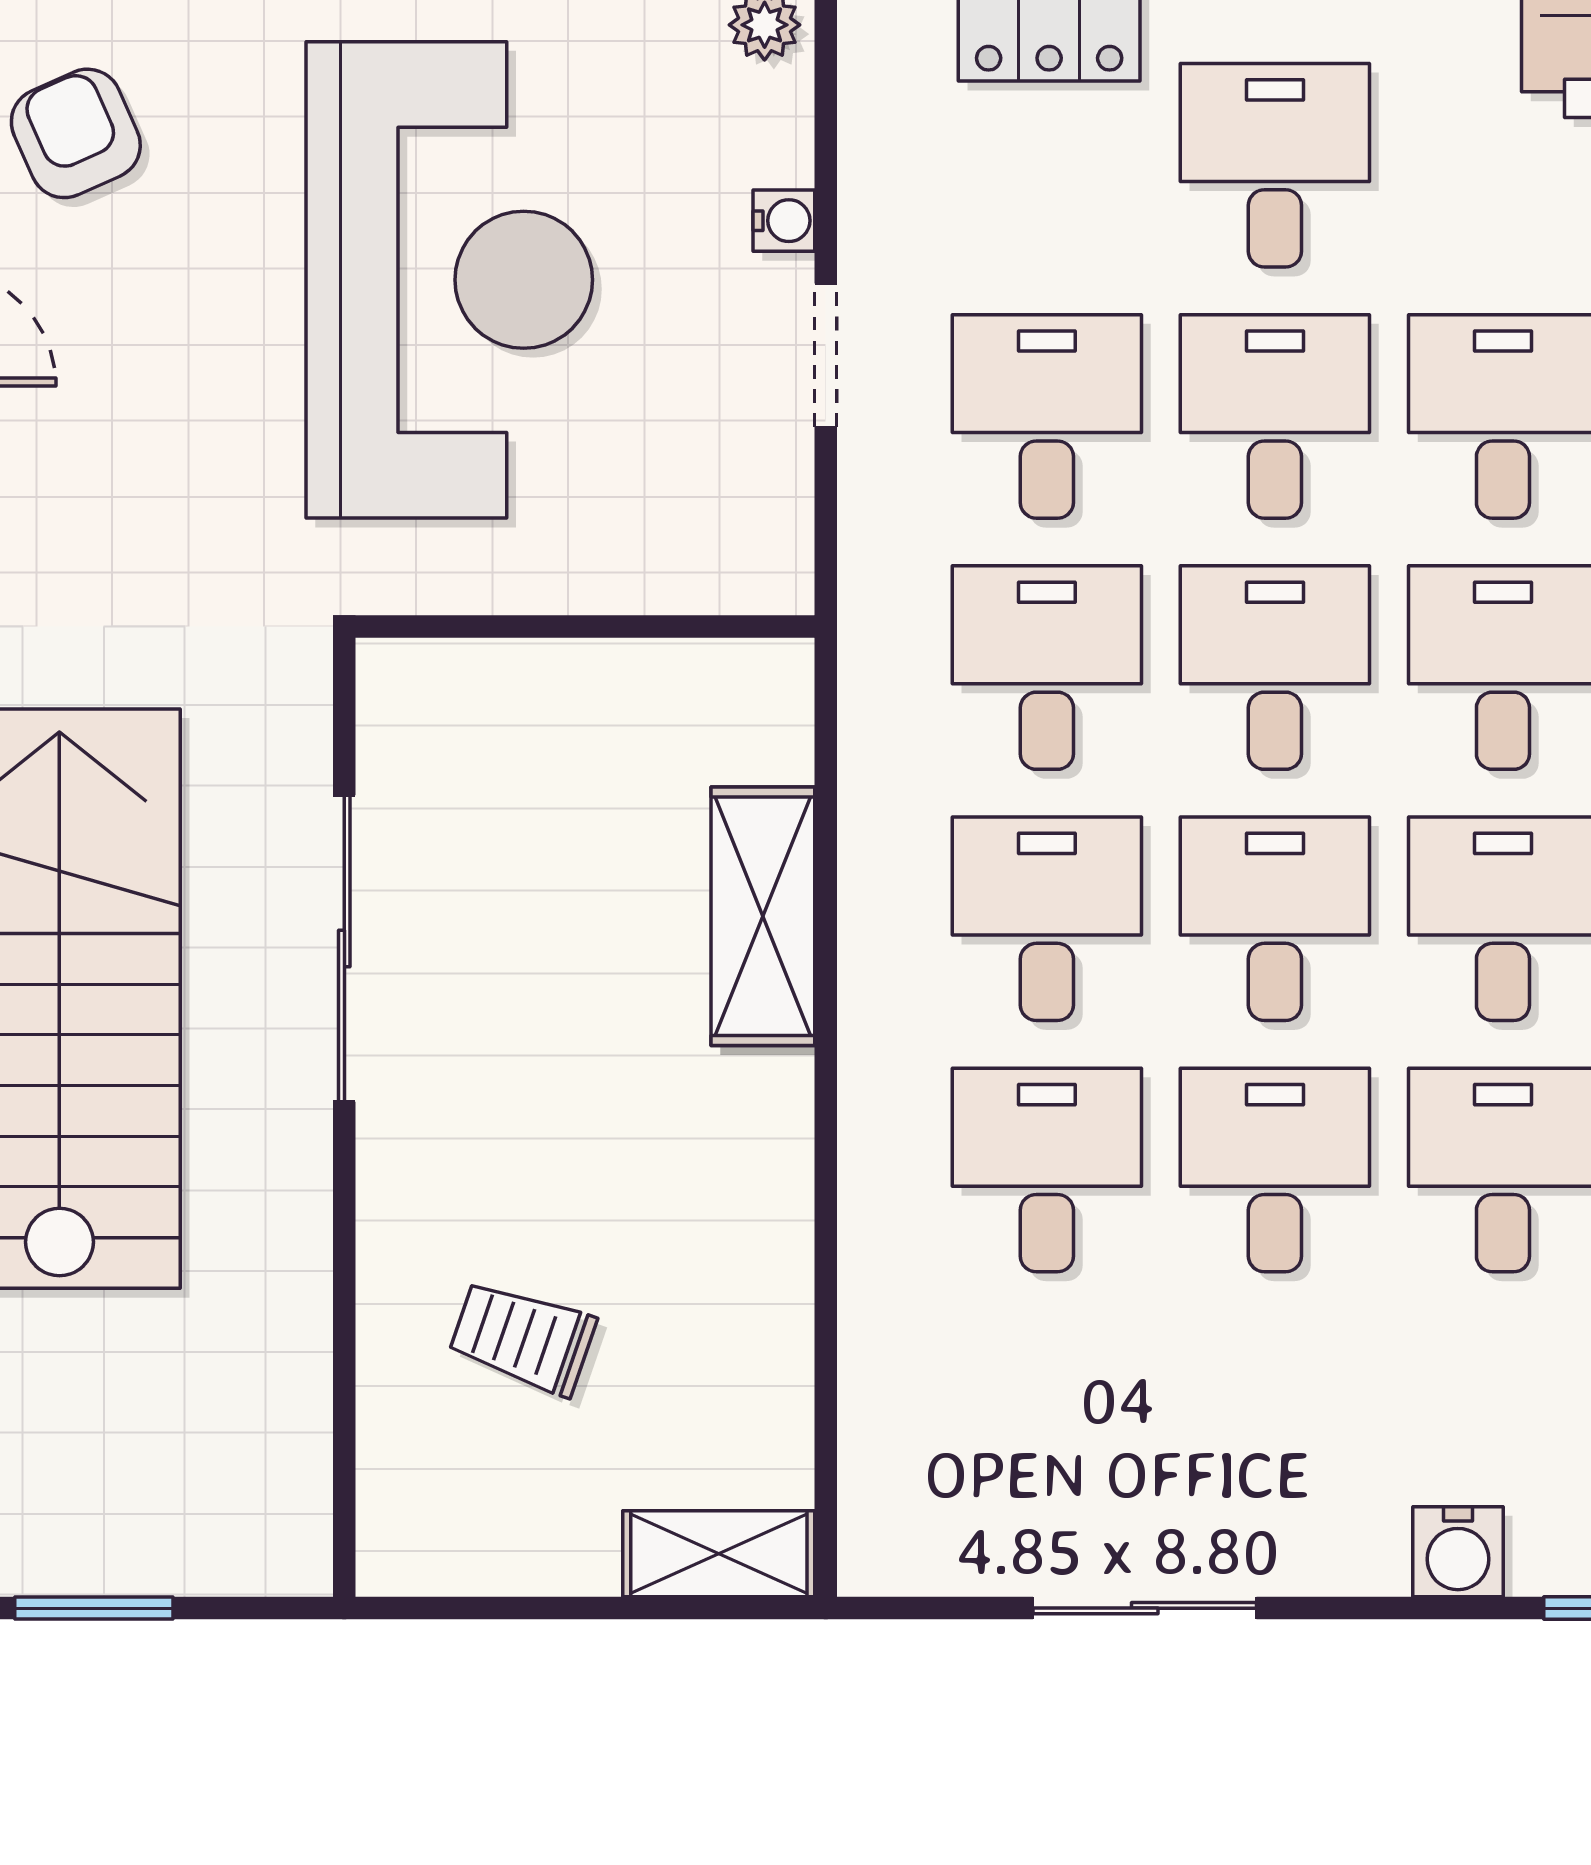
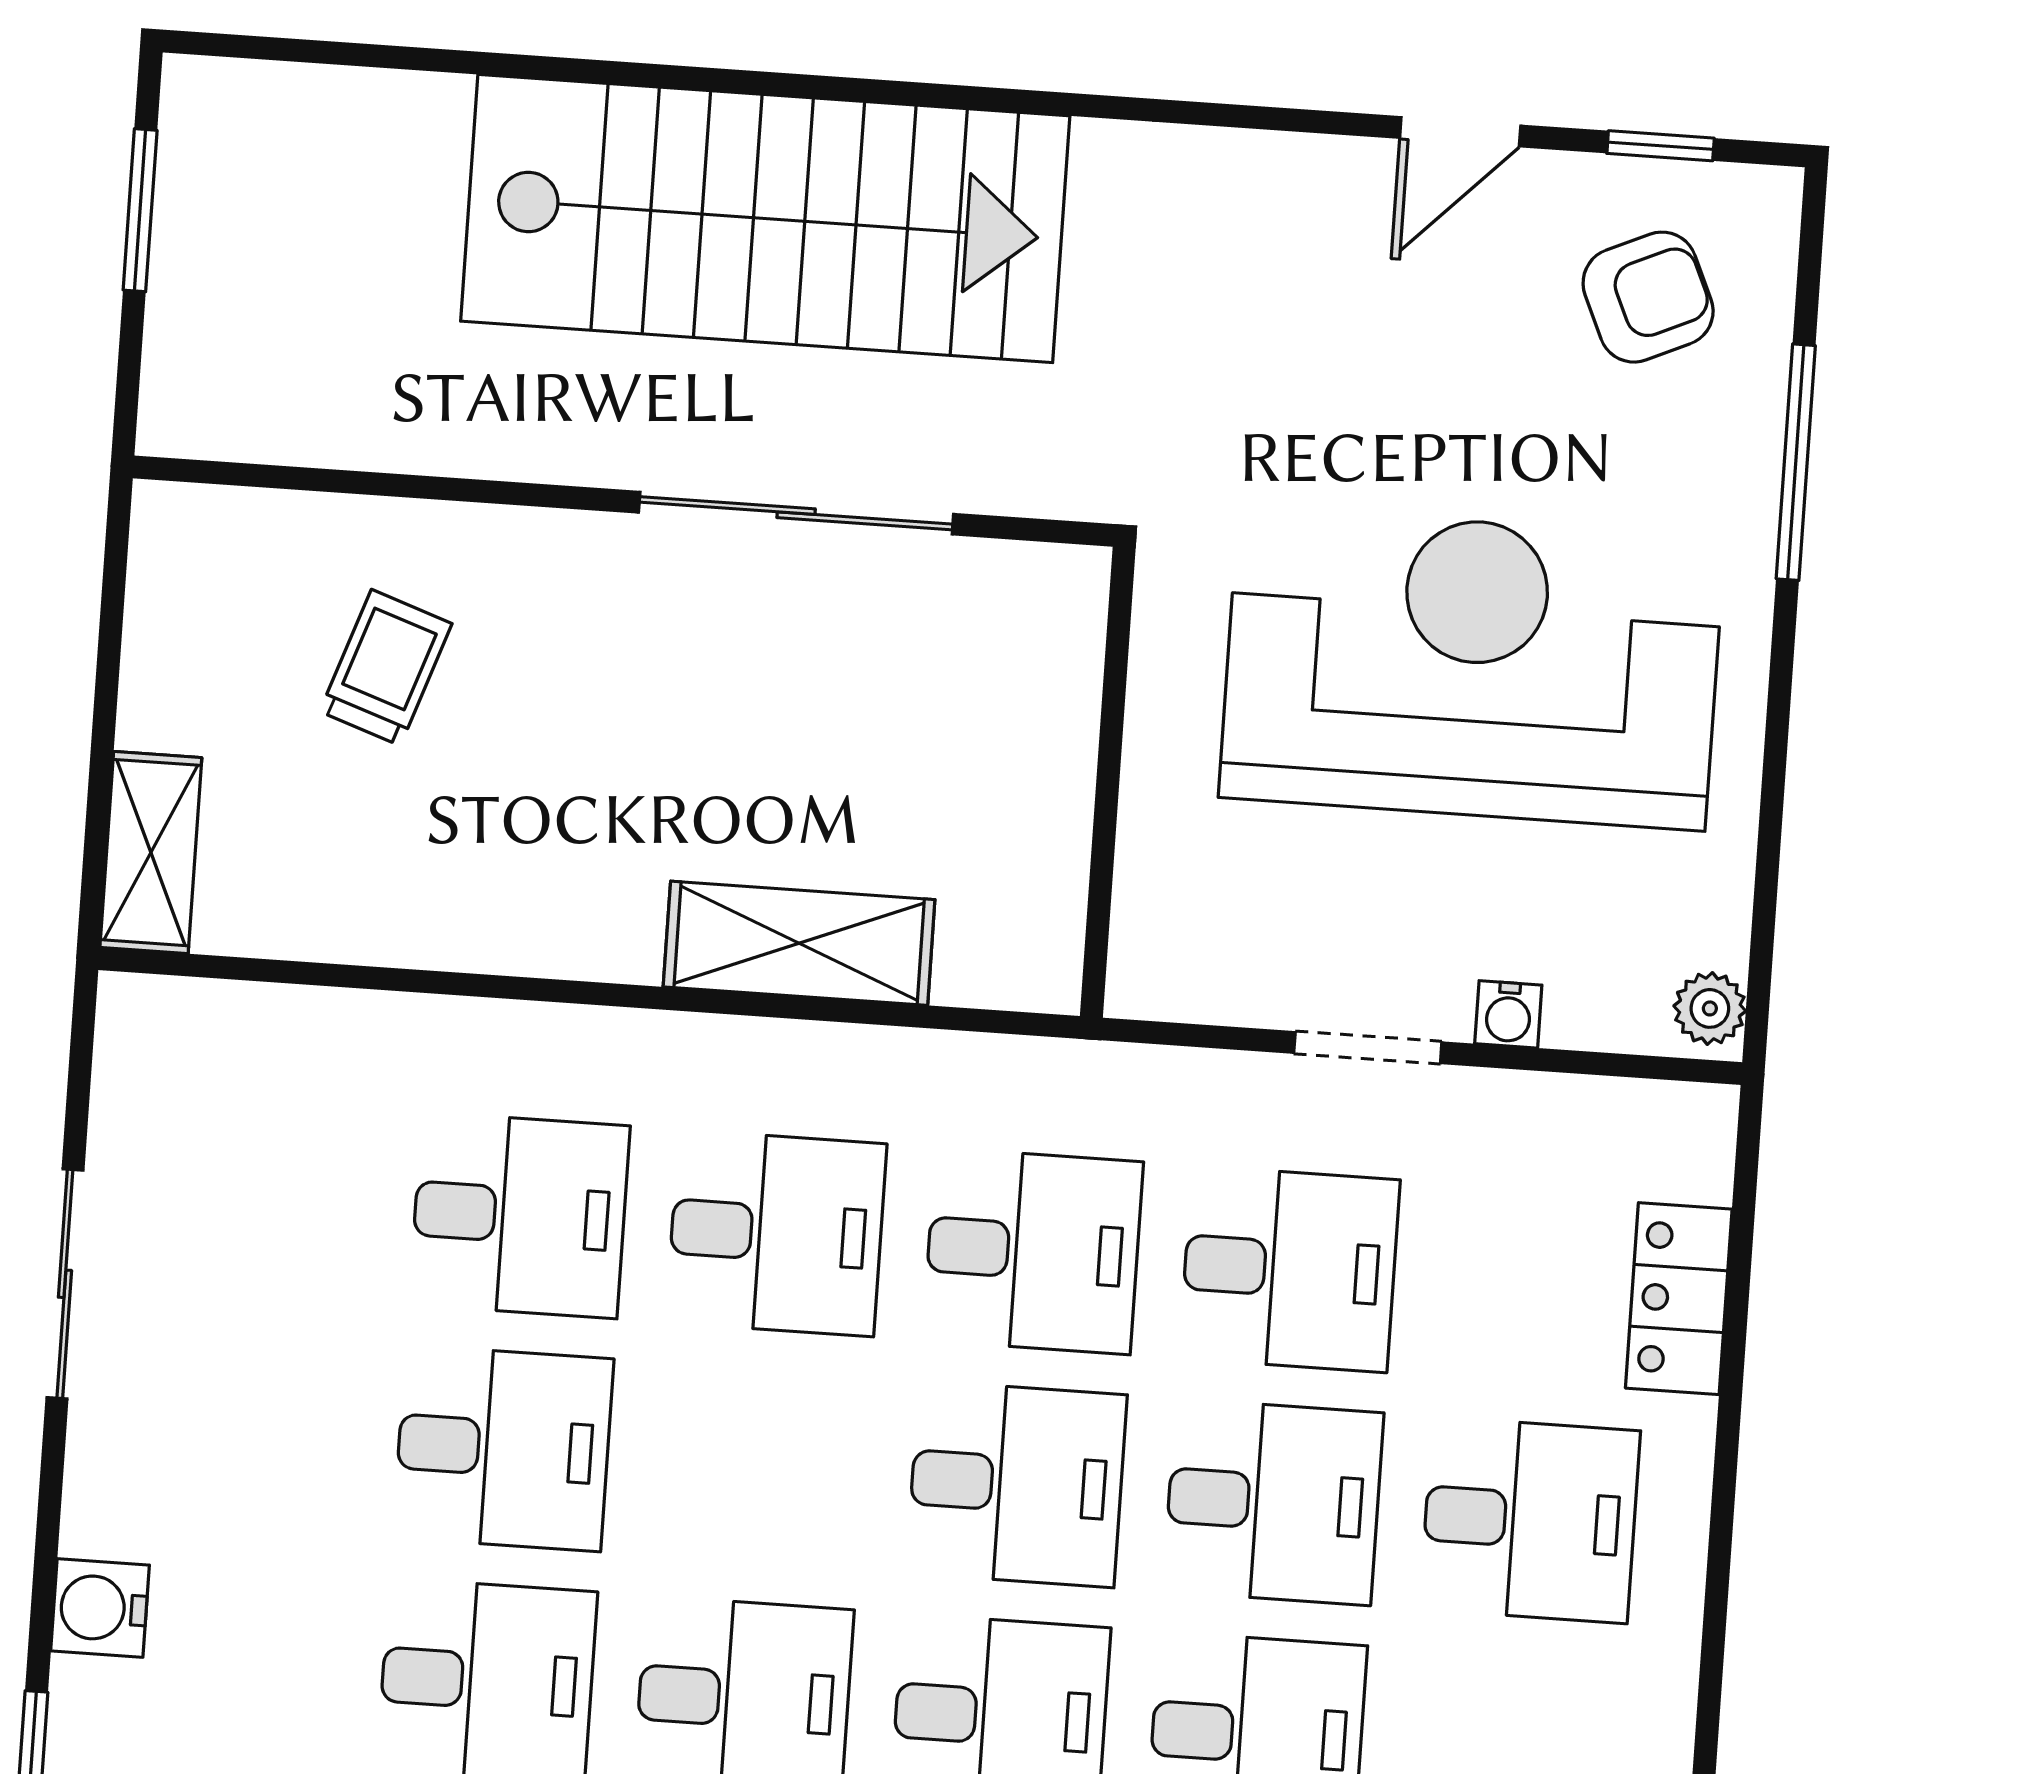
reception desk: (449, 280) -> (1472, 668), turned 180
desk: (1275, 919) -> (760, 1466), removed

